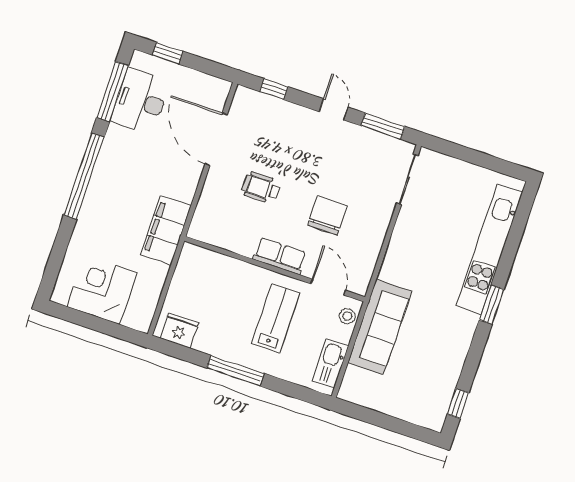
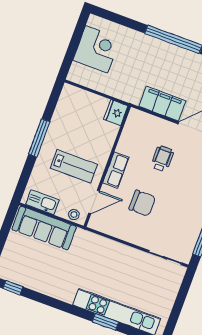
filing cabinet: (166, 230) -> (162, 104), moved
window: (492, 305) -> (105, 322), moved
sofa: (380, 327) -> (44, 228), moved
fridge: (179, 331) -> (116, 113), moved, turned 180

